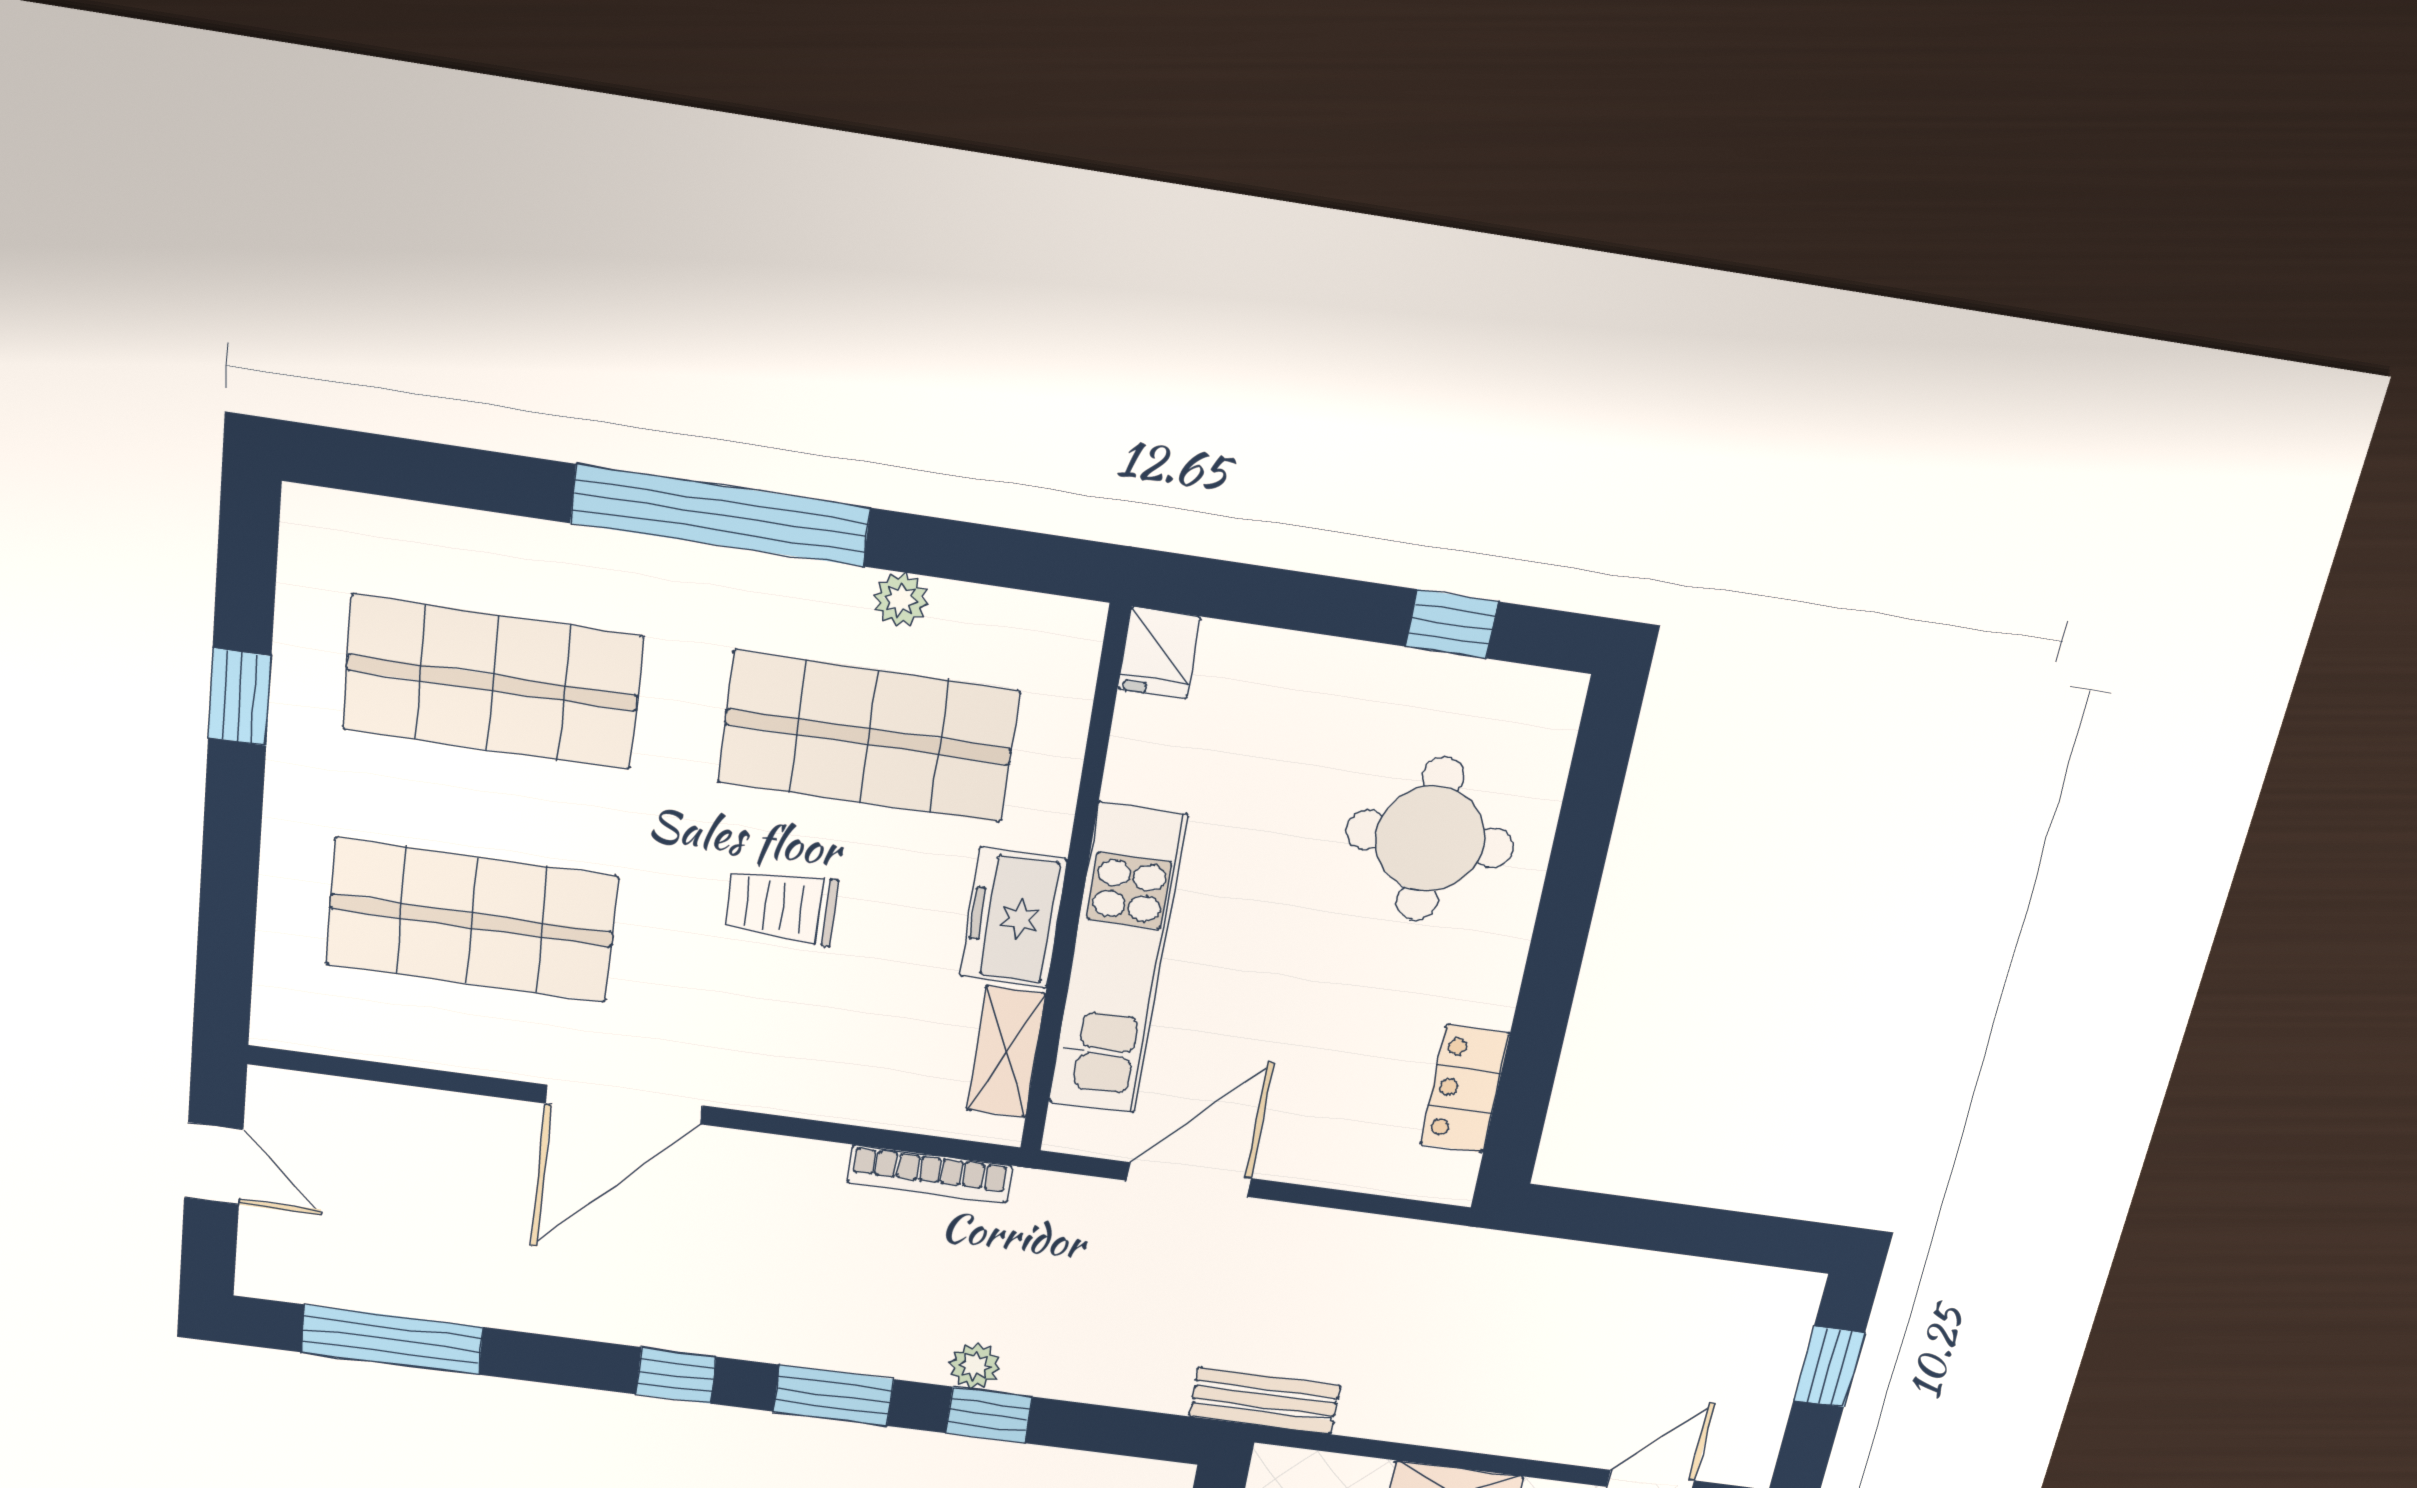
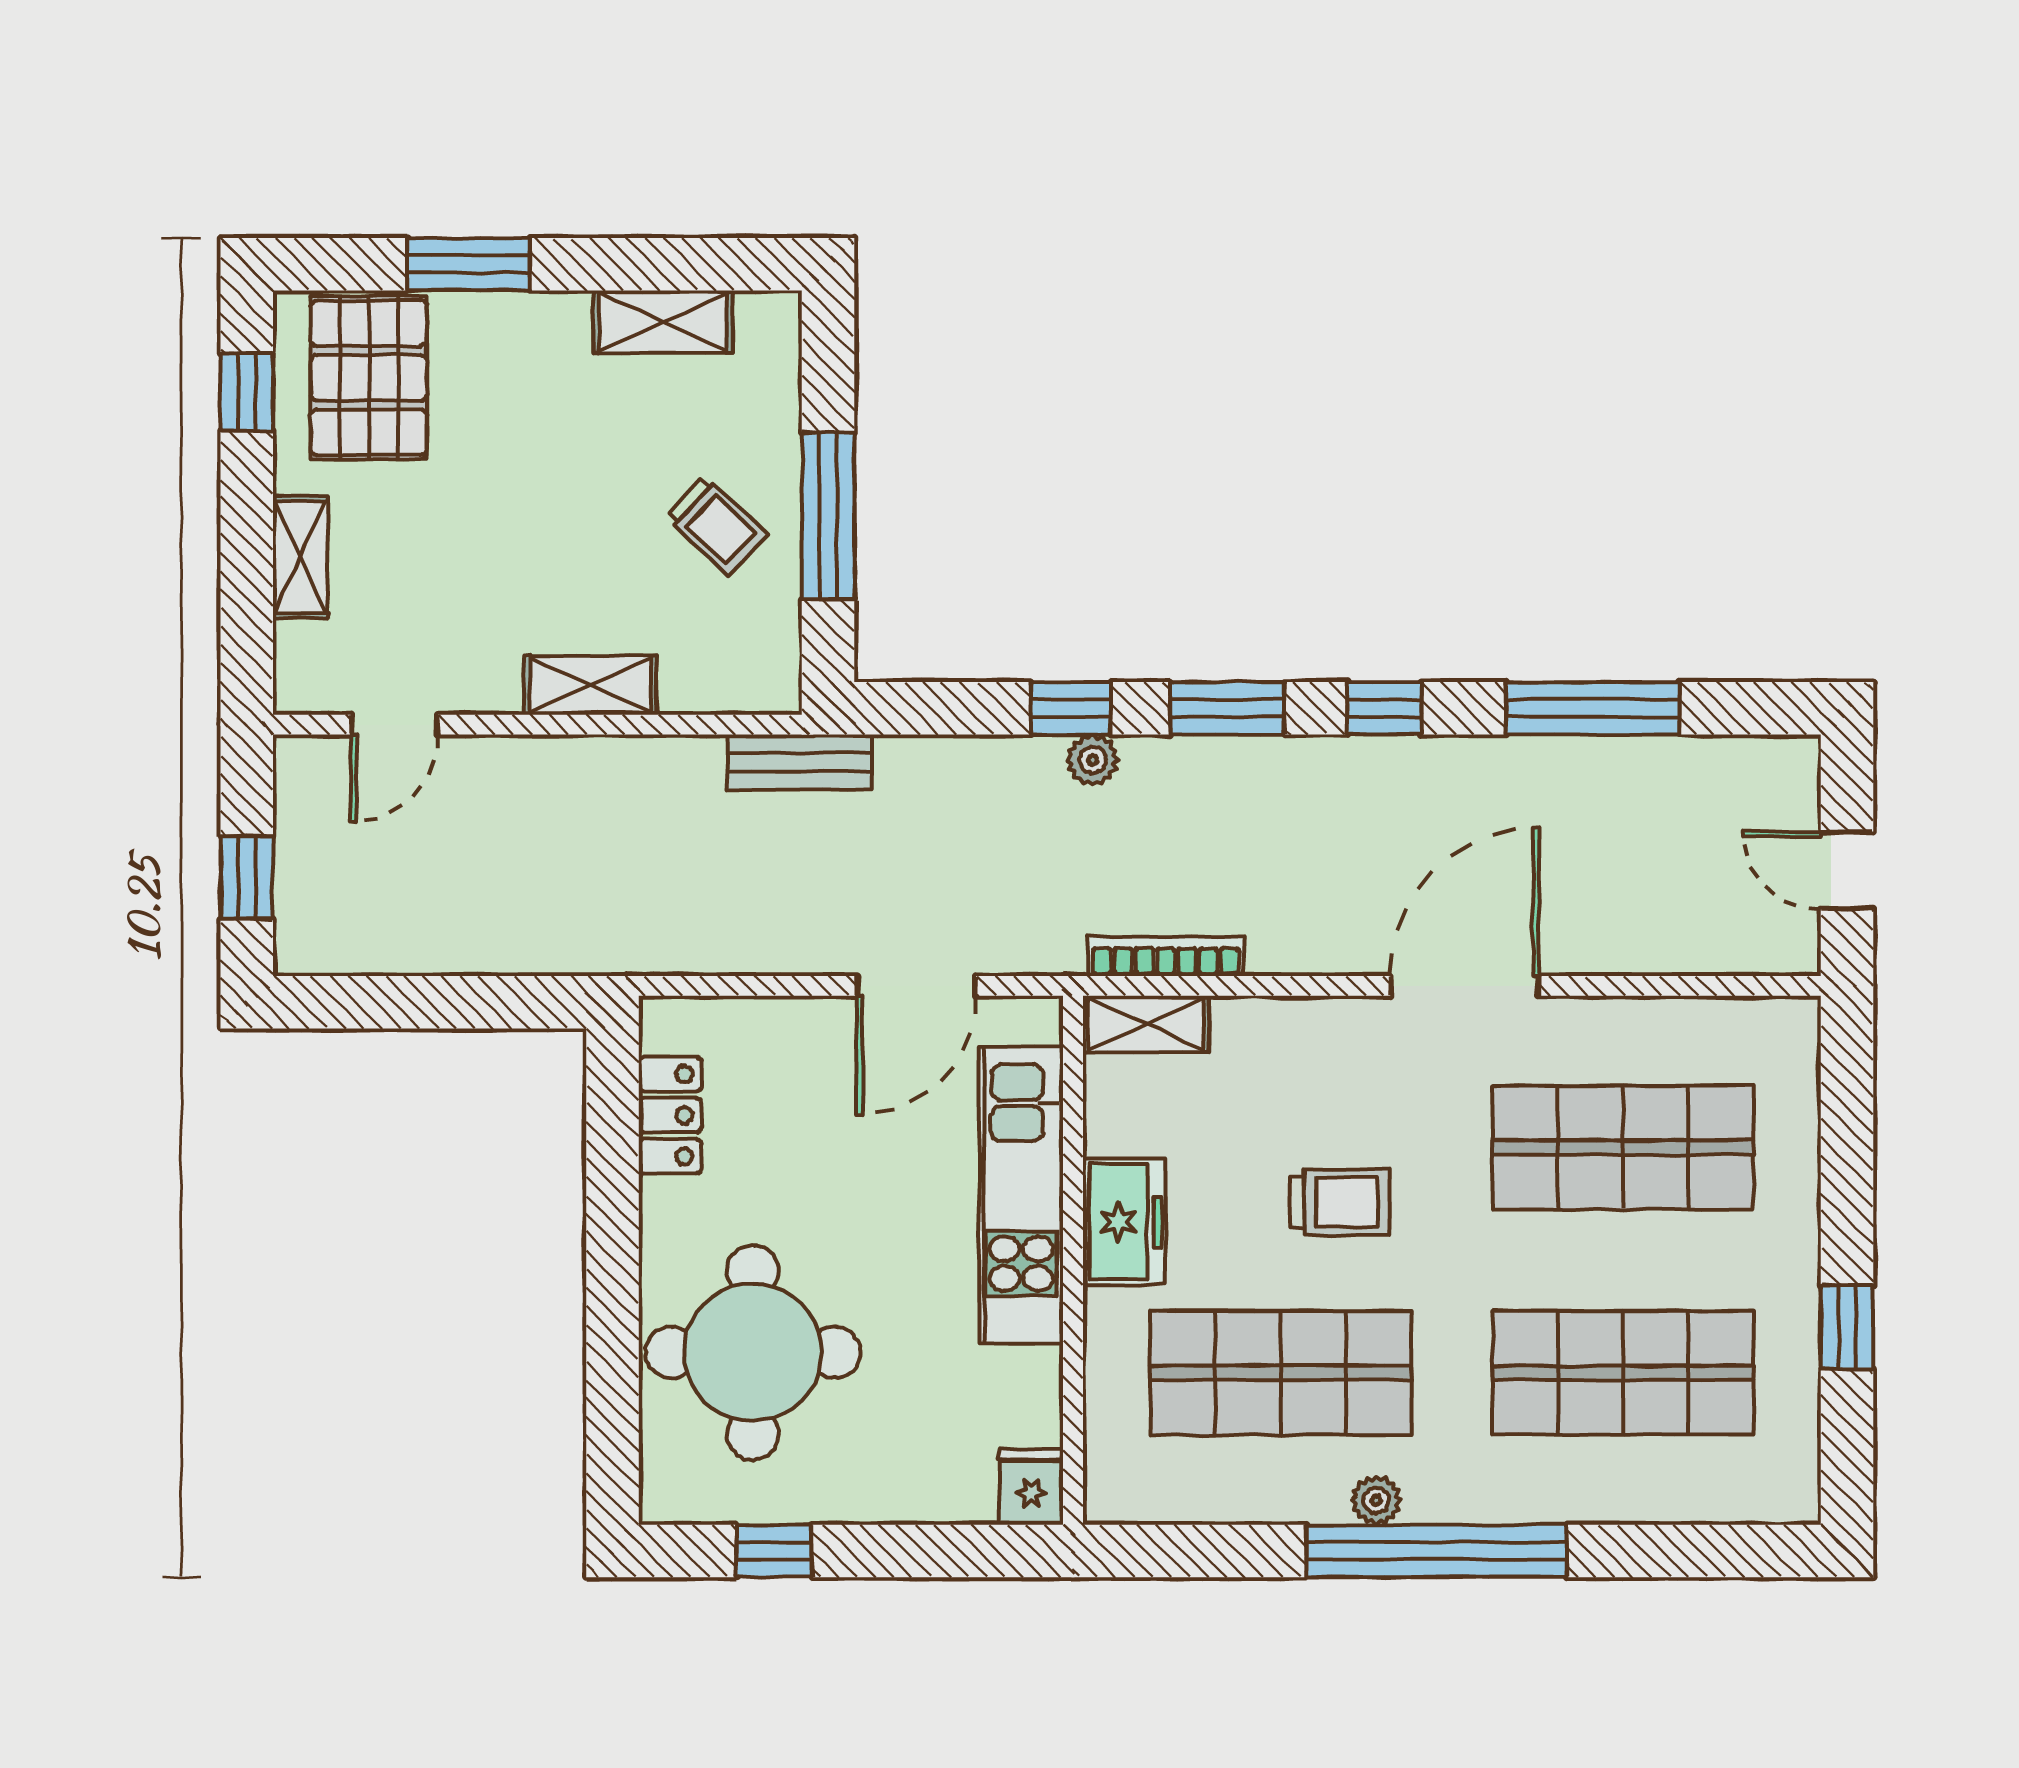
plant: (900, 600) -> (1376, 1500), moved
round table: (1430, 839) -> (753, 1352), width x1.36, depth x1.36
shelving: (1006, 1052) -> (1146, 1024), moved, turned 90
window: (392, 1340) -> (1592, 708), moved

